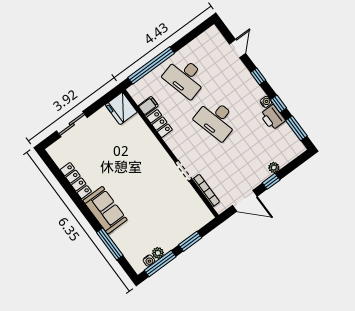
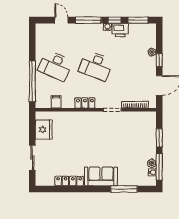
window: (258, 76) -> (88, 20), width x2.17
desk: (185, 77) -> (55, 66), turned 39
fridge: (121, 108) -> (44, 130), moved, turned -90
desk: (216, 119) -> (96, 66), turned 36
locker: (159, 124) -> (85, 103), moved

